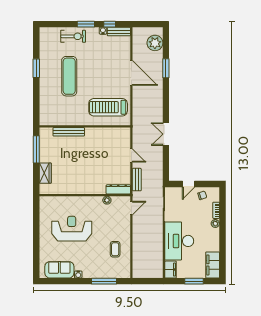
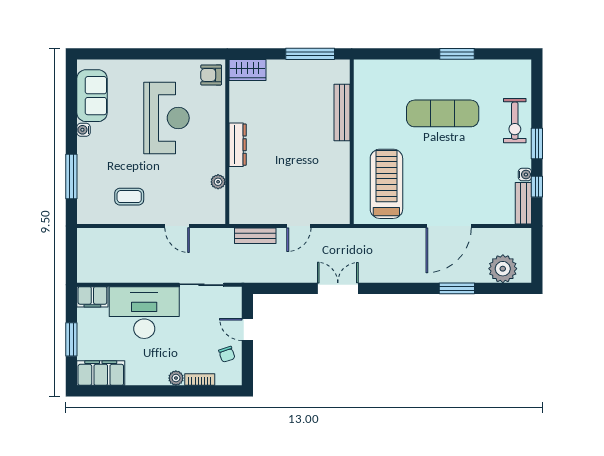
wardrobe: (45, 173) -> (247, 70), moved
dresser: (118, 189) -> (238, 145), moved
armchair: (48, 204) -> (211, 75), added
door: (131, 208) -> (177, 226), moved

